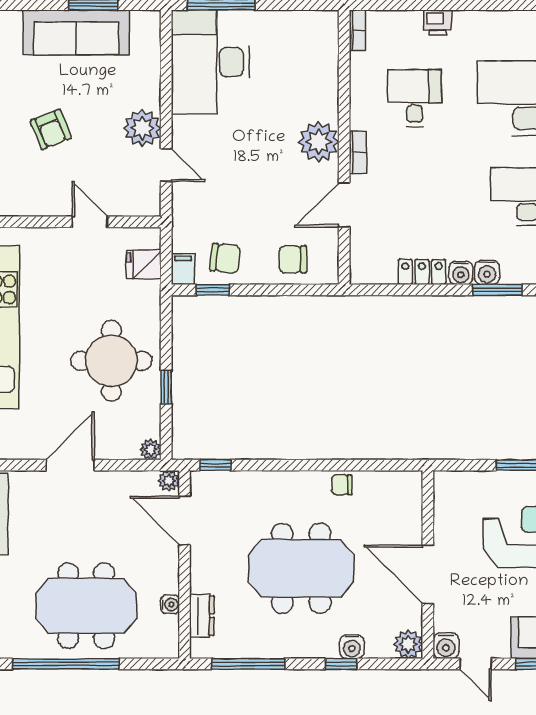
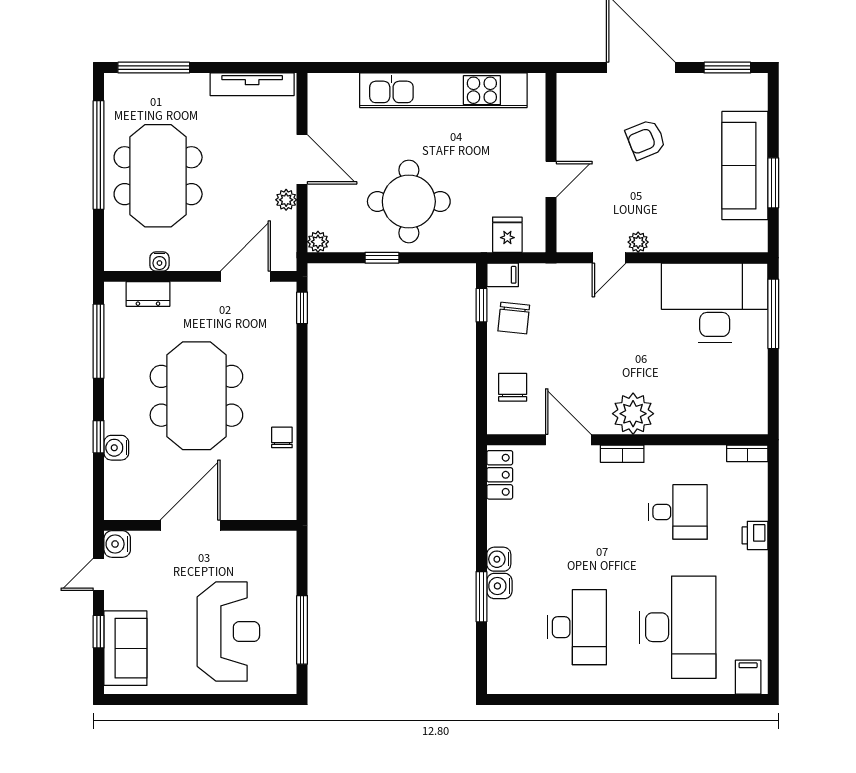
plant: (142, 128) -> (638, 242), width x0.53, depth x0.53
locker: (422, 272) -> (500, 475), moved
plant: (169, 481) -> (286, 200), moved
plant: (408, 644) -> (119, 505), removed

